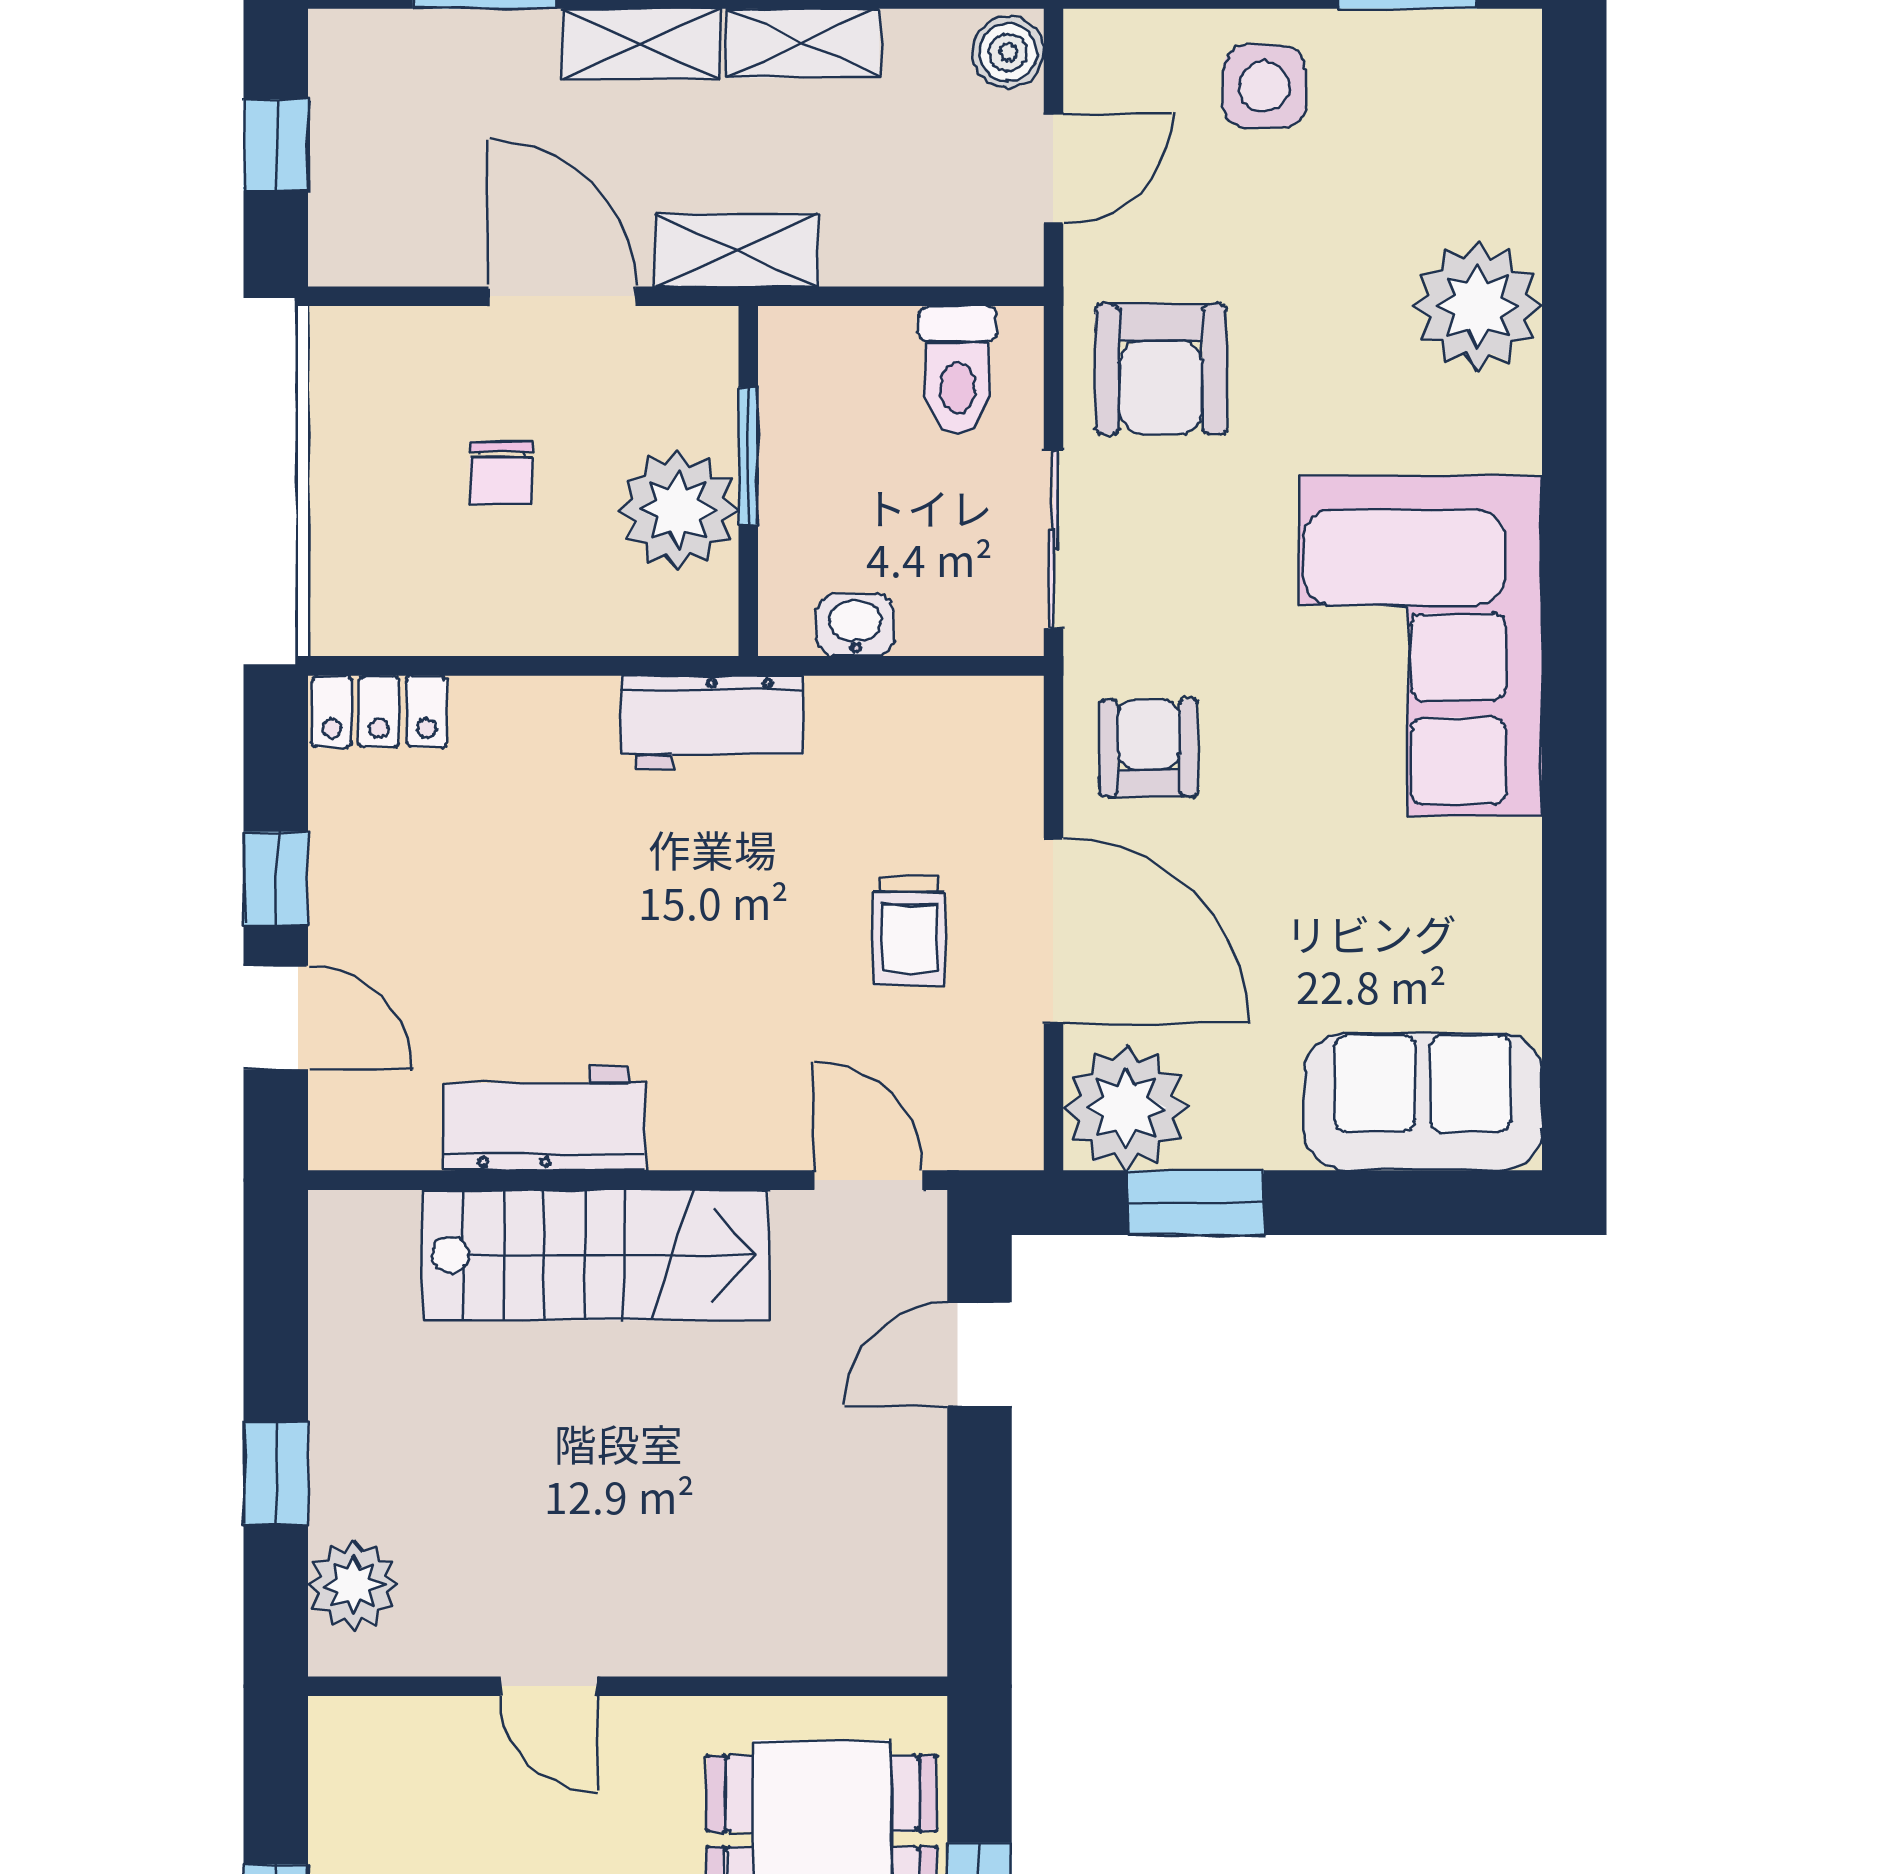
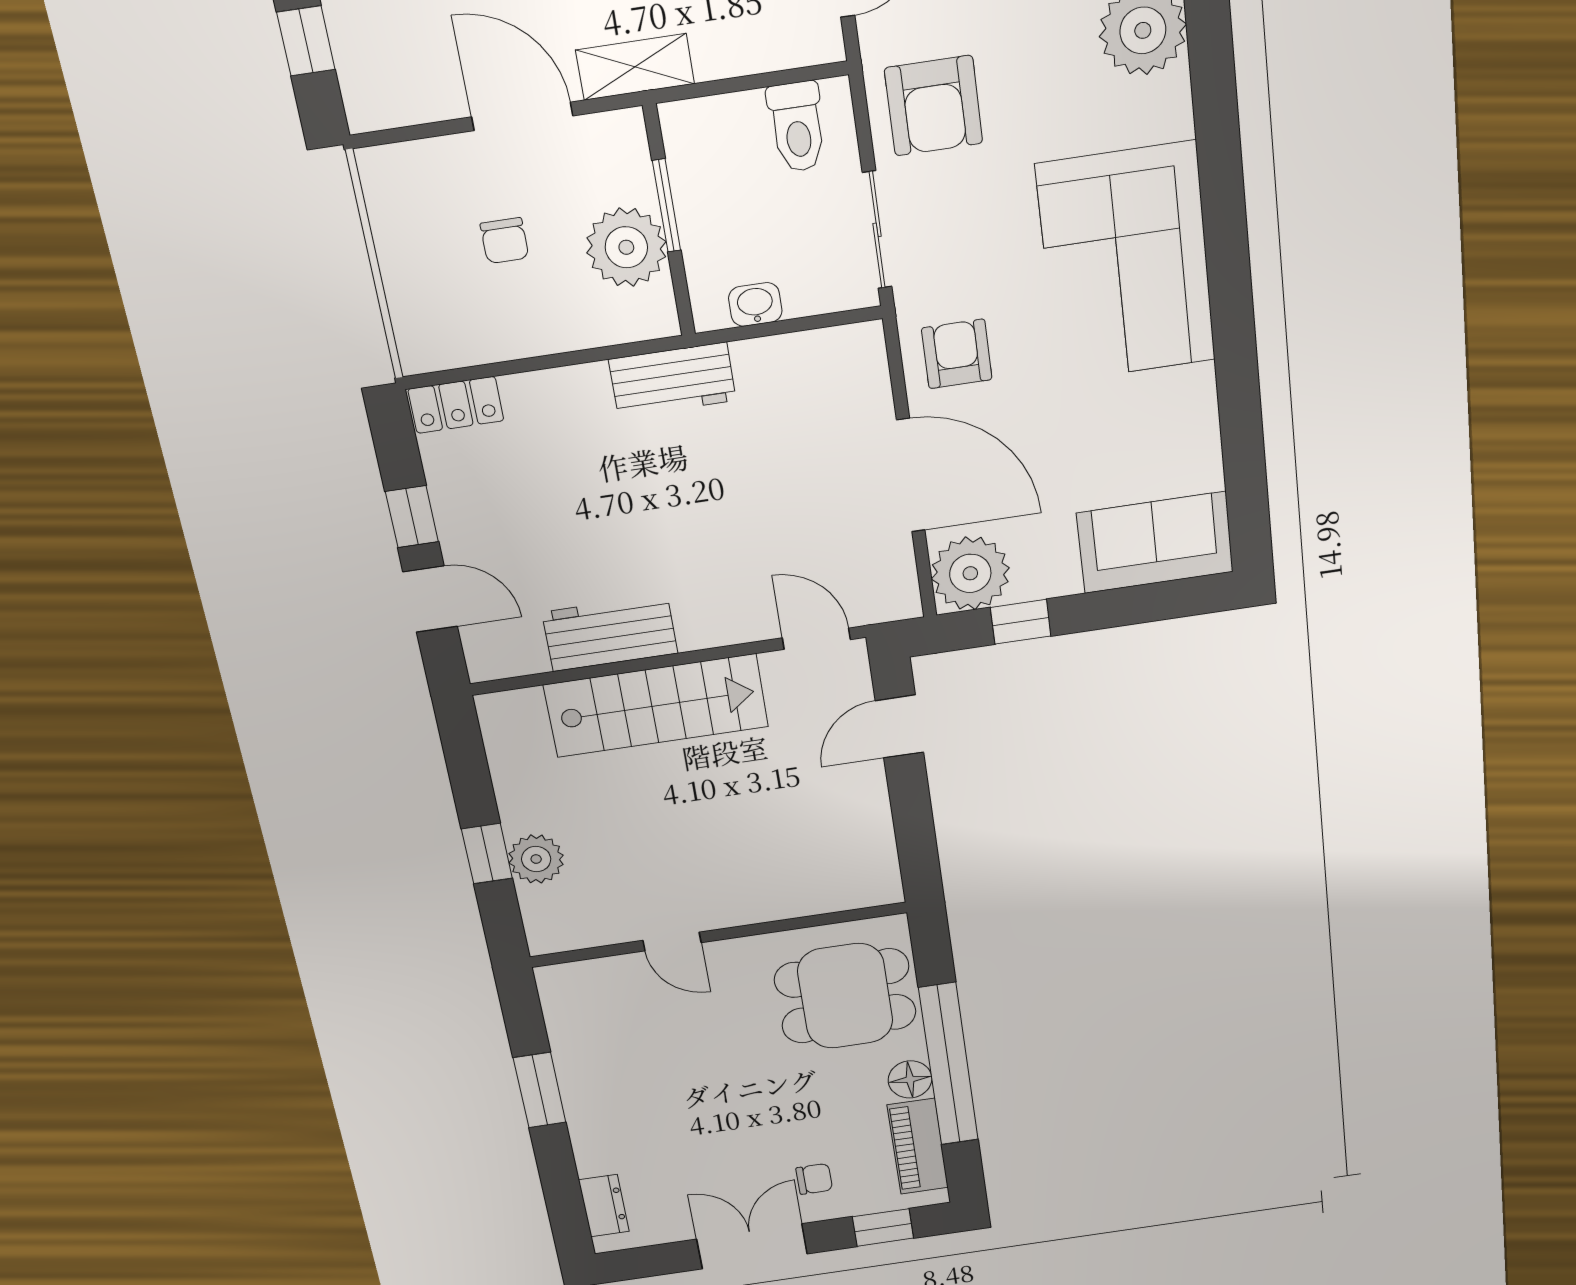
trolley: (909, 931) -> (819, 489), removed
window: (1196, 1203) -> (1021, 622), width x0.67
plant: (353, 1585) -> (536, 859), moved

